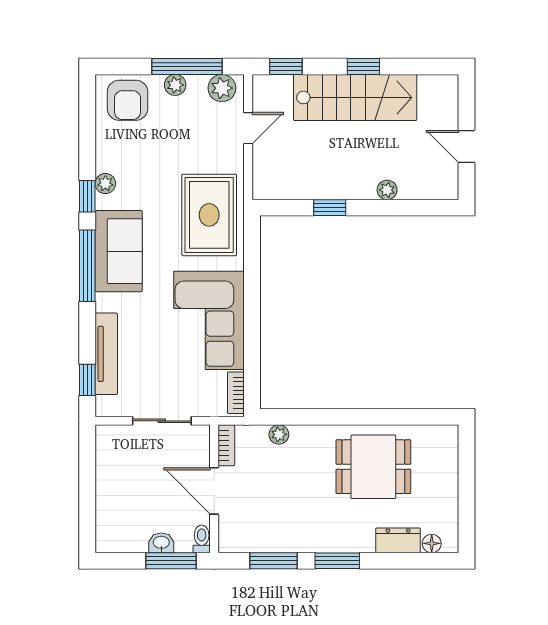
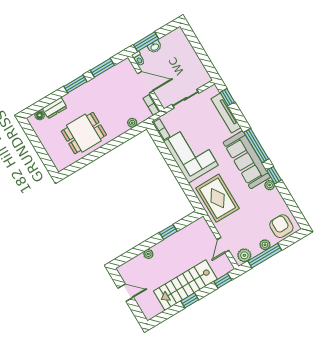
sofa: (119, 251) -> (247, 160), width x1.36

